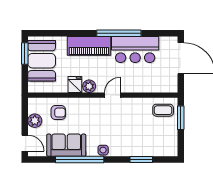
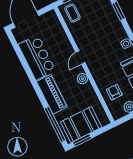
window: (119, 33) -> (55, 124), moved
fridge: (75, 85) -> (87, 90), removed
door: (112, 95) -> (80, 57), hinge flipped

